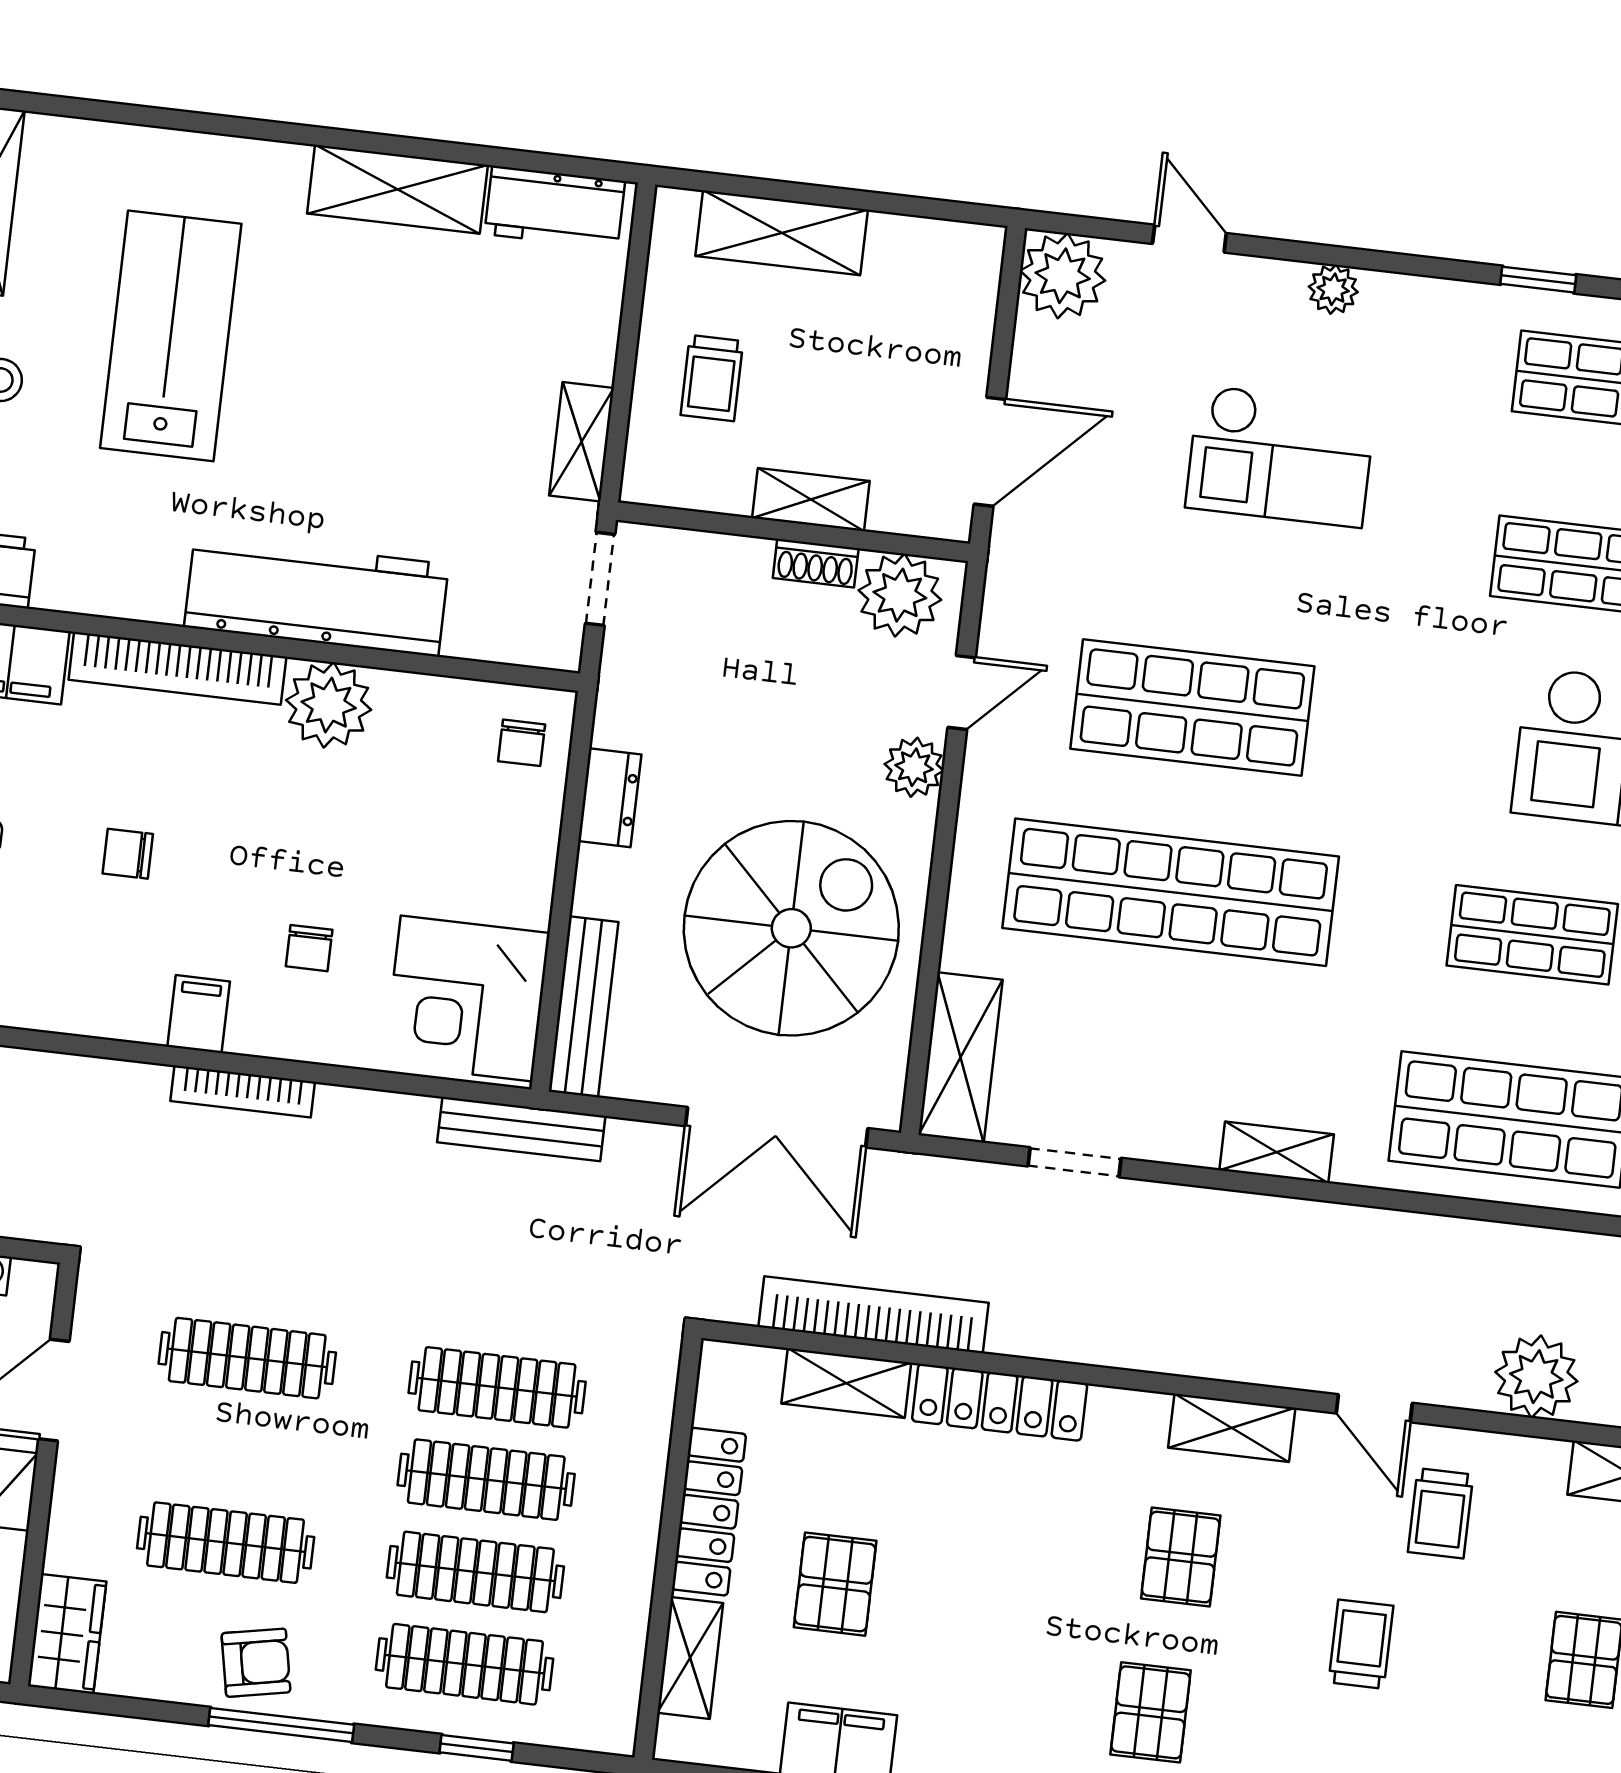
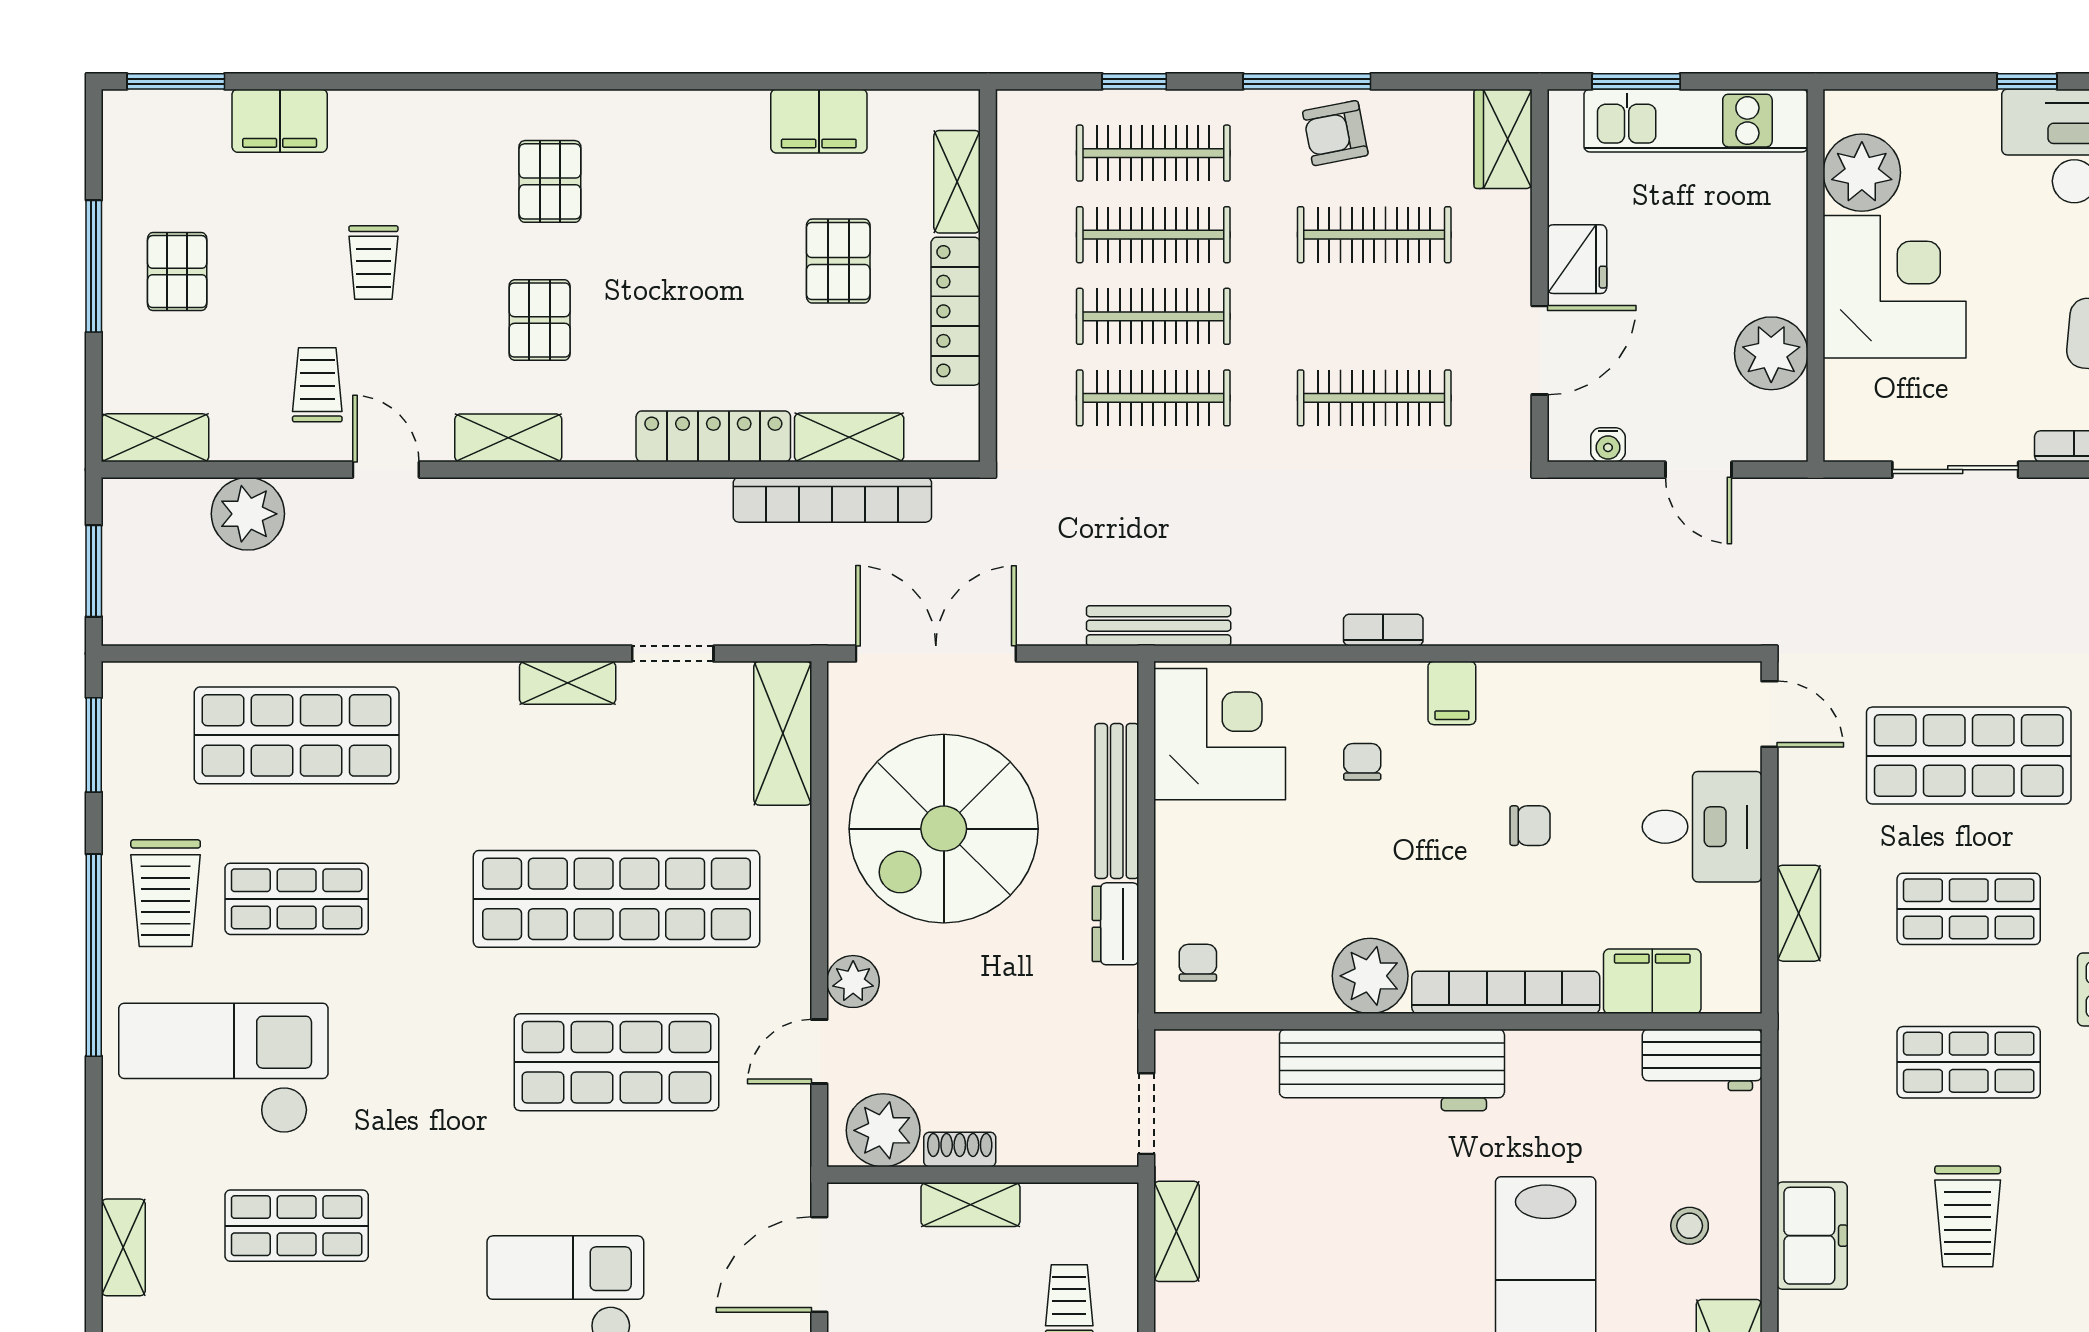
bench: (584, 1007) -> (1117, 801), moved
bookcase: (243, 1091) -> (1383, 630), width x0.64
shelving: (1277, 1152) -> (568, 683), moved

